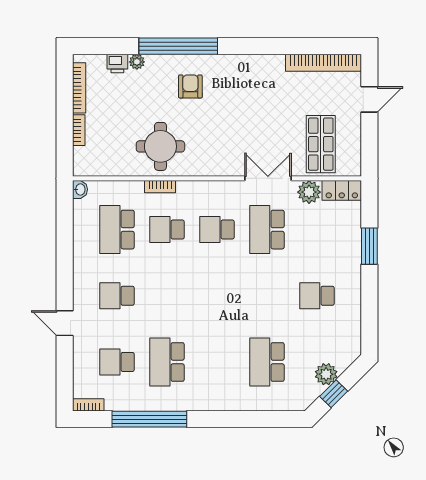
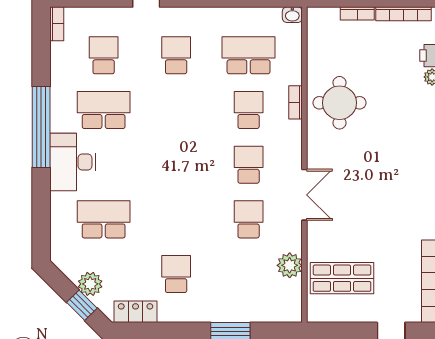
armchair: (190, 86) -> (405, 136), removed
double door: (268, 178) -> (304, 195), moved
locker: (342, 190) -> (136, 312), moved, turned 90
school desk: (267, 230) -> (249, 219), width x0.54
desk: (215, 390) -> (73, 162), added
window: (334, 394) -> (82, 305), moved
window: (149, 419) -> (41, 127), moved

